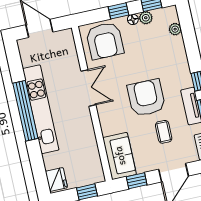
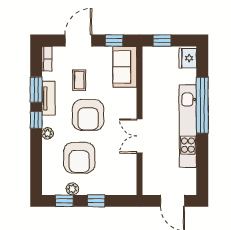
floor lamp: (133, 19) -> (85, 190), removed
plant: (175, 29) -> (48, 133), moved
armchair: (105, 41) -> (79, 158), moved, turned 180
window: (25, 111) -> (202, 105), moved

